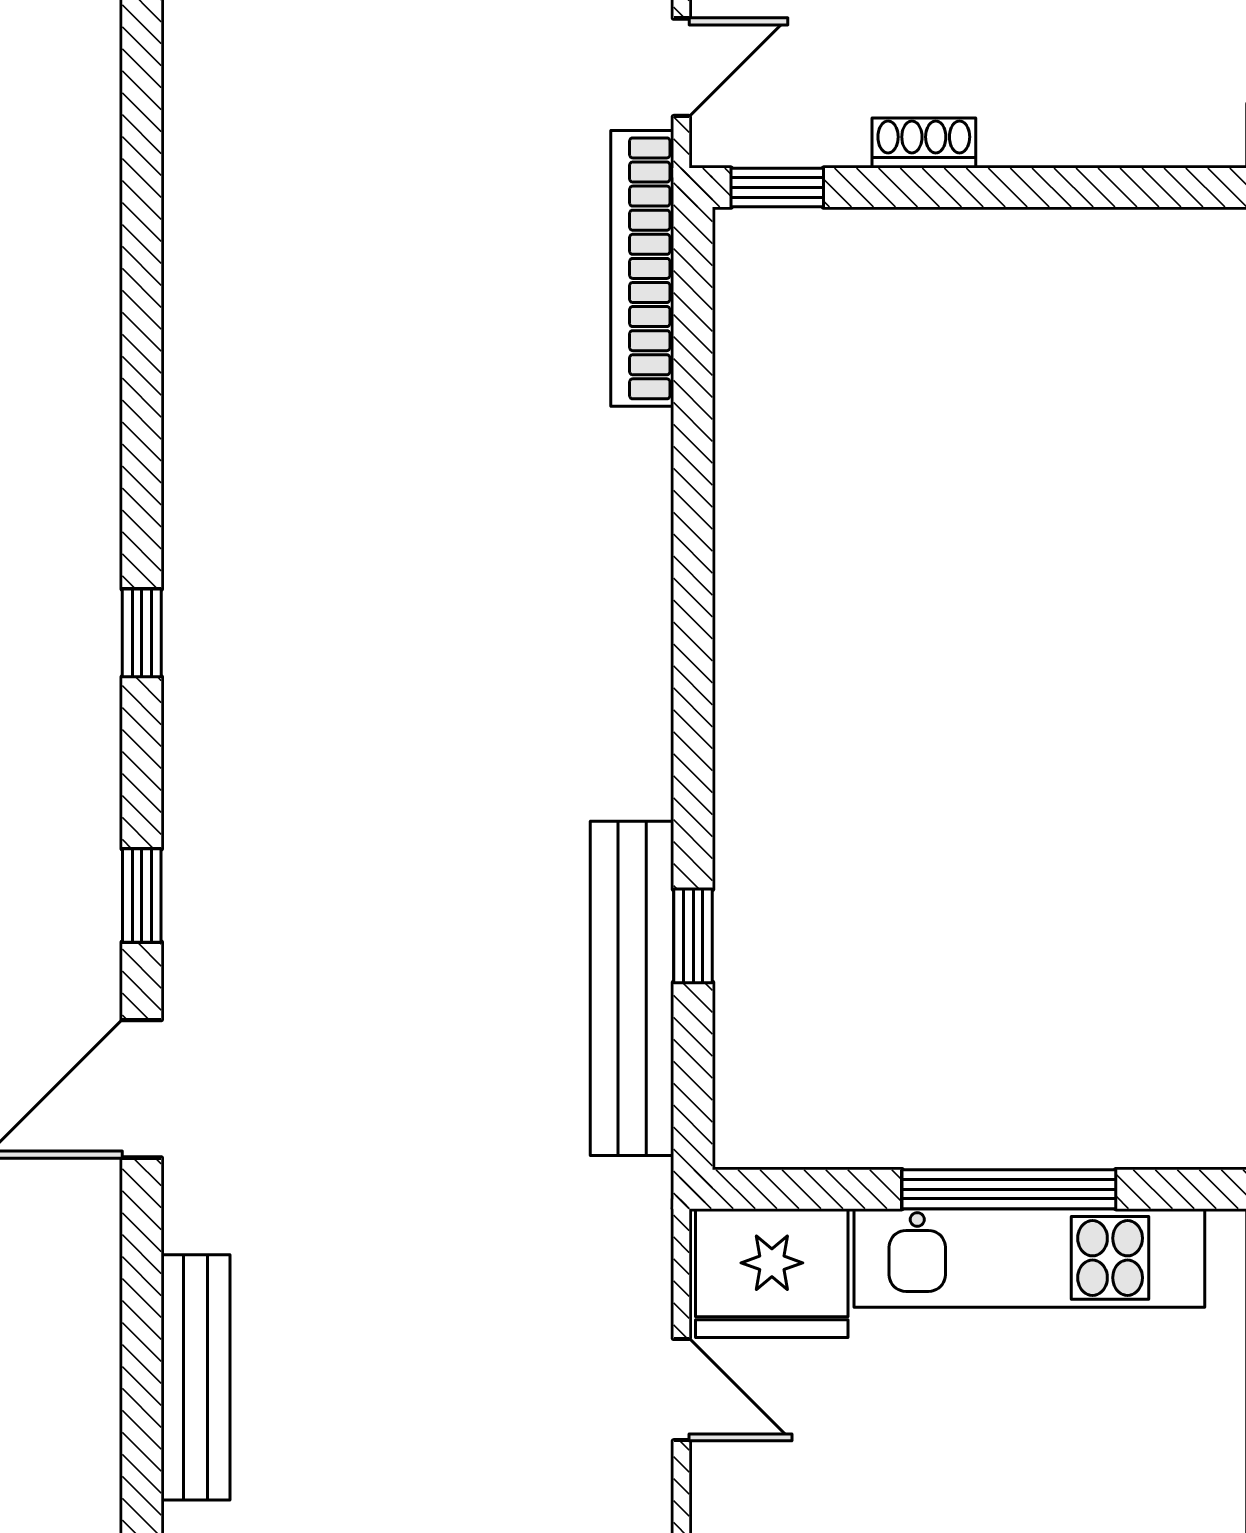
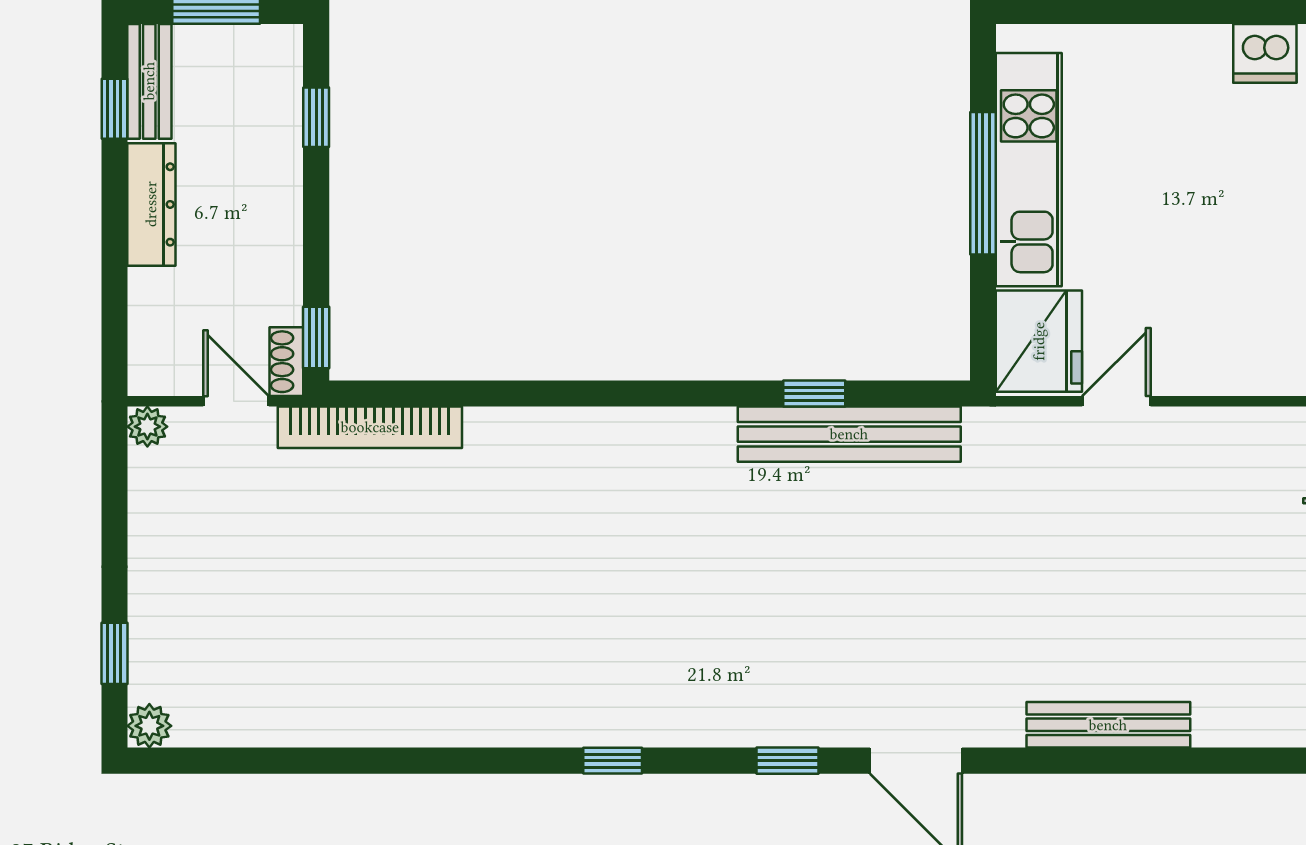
shoe rack: (924, 143) -> (286, 362), moved
window: (1108, 188) -> (316, 117), added

